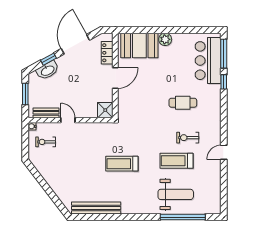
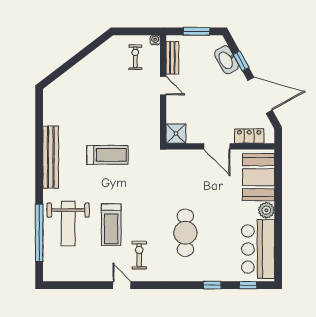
window: (224, 54) -> (248, 285), width x0.46
bar counter: (208, 61) -> (258, 249), moved, turned -90
cafe table: (183, 103) -> (185, 233), width x1.37, depth x1.35
door: (68, 120) -> (163, 86), hinge flipped
exercise bike: (188, 138) -> (139, 255), moved
treadmill: (176, 161) -> (111, 225), turned 180
treadmill: (122, 164) -> (107, 155), turned 90
bench: (96, 208) -> (51, 157), moved

